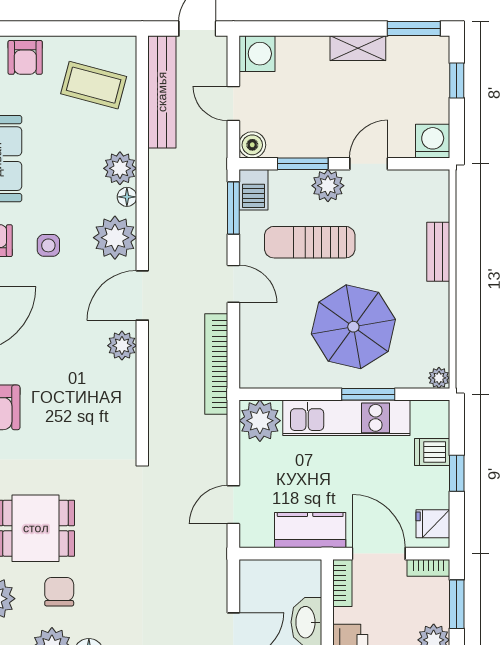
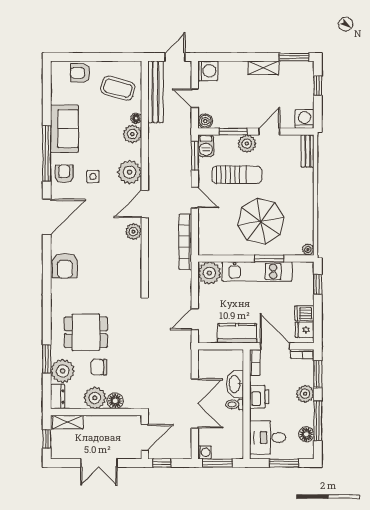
armchair: (25, 57) -> (80, 73), turned 90
floor lamp: (127, 197) -> (136, 118), moved
sun lounger: (310, 242) -> (237, 175), turned 180
bench: (438, 252) -> (308, 151), moved
dishwasher: (432, 452) -> (304, 313), moved
window: (457, 473) -> (318, 284), moved
chair: (59, 592) -> (99, 367), turned -90

